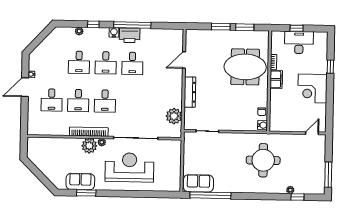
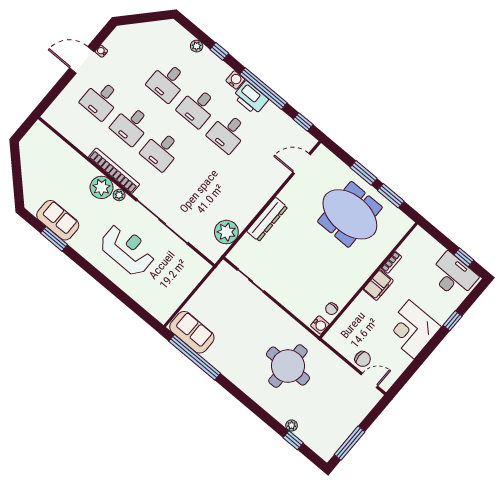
window: (167, 26) -> (303, 122), added
window: (297, 28) -> (464, 257), moved
desk: (299, 42) -> (453, 276), moved
door: (184, 60) -> (302, 164), moved
meeting table: (245, 67) -> (350, 214), moved
chair: (299, 125) -> (363, 359), added
reception desk: (129, 167) -> (127, 250), width x0.74, depth x0.77

